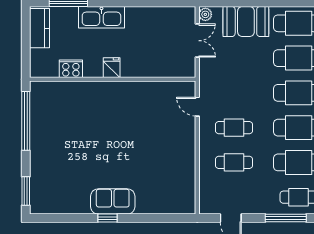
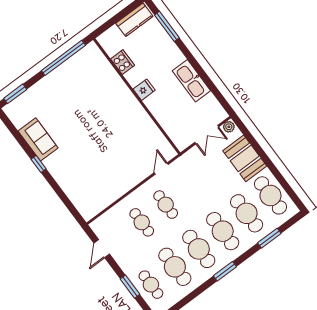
kitchen sink: (101, 17) -> (191, 81), moved
sofa: (113, 201) -> (38, 139), moved
window: (286, 218) -> (130, 287), width x0.69

